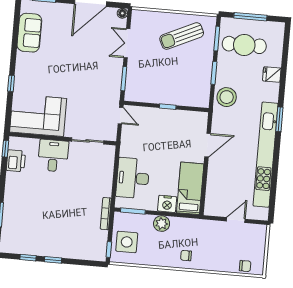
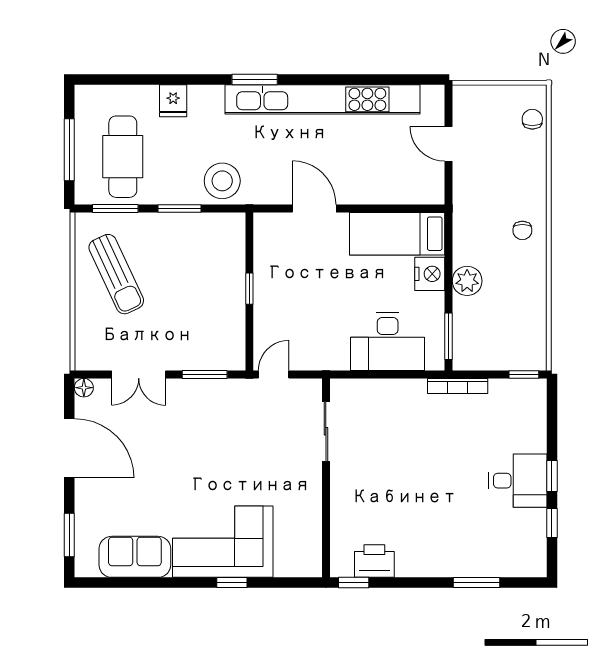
corner sofa: (38, 115) -> (223, 542), moved, turned 90
desk: (53, 156) -> (518, 481), moved, turned 180
side table: (127, 242) -> (507, 343), removed

